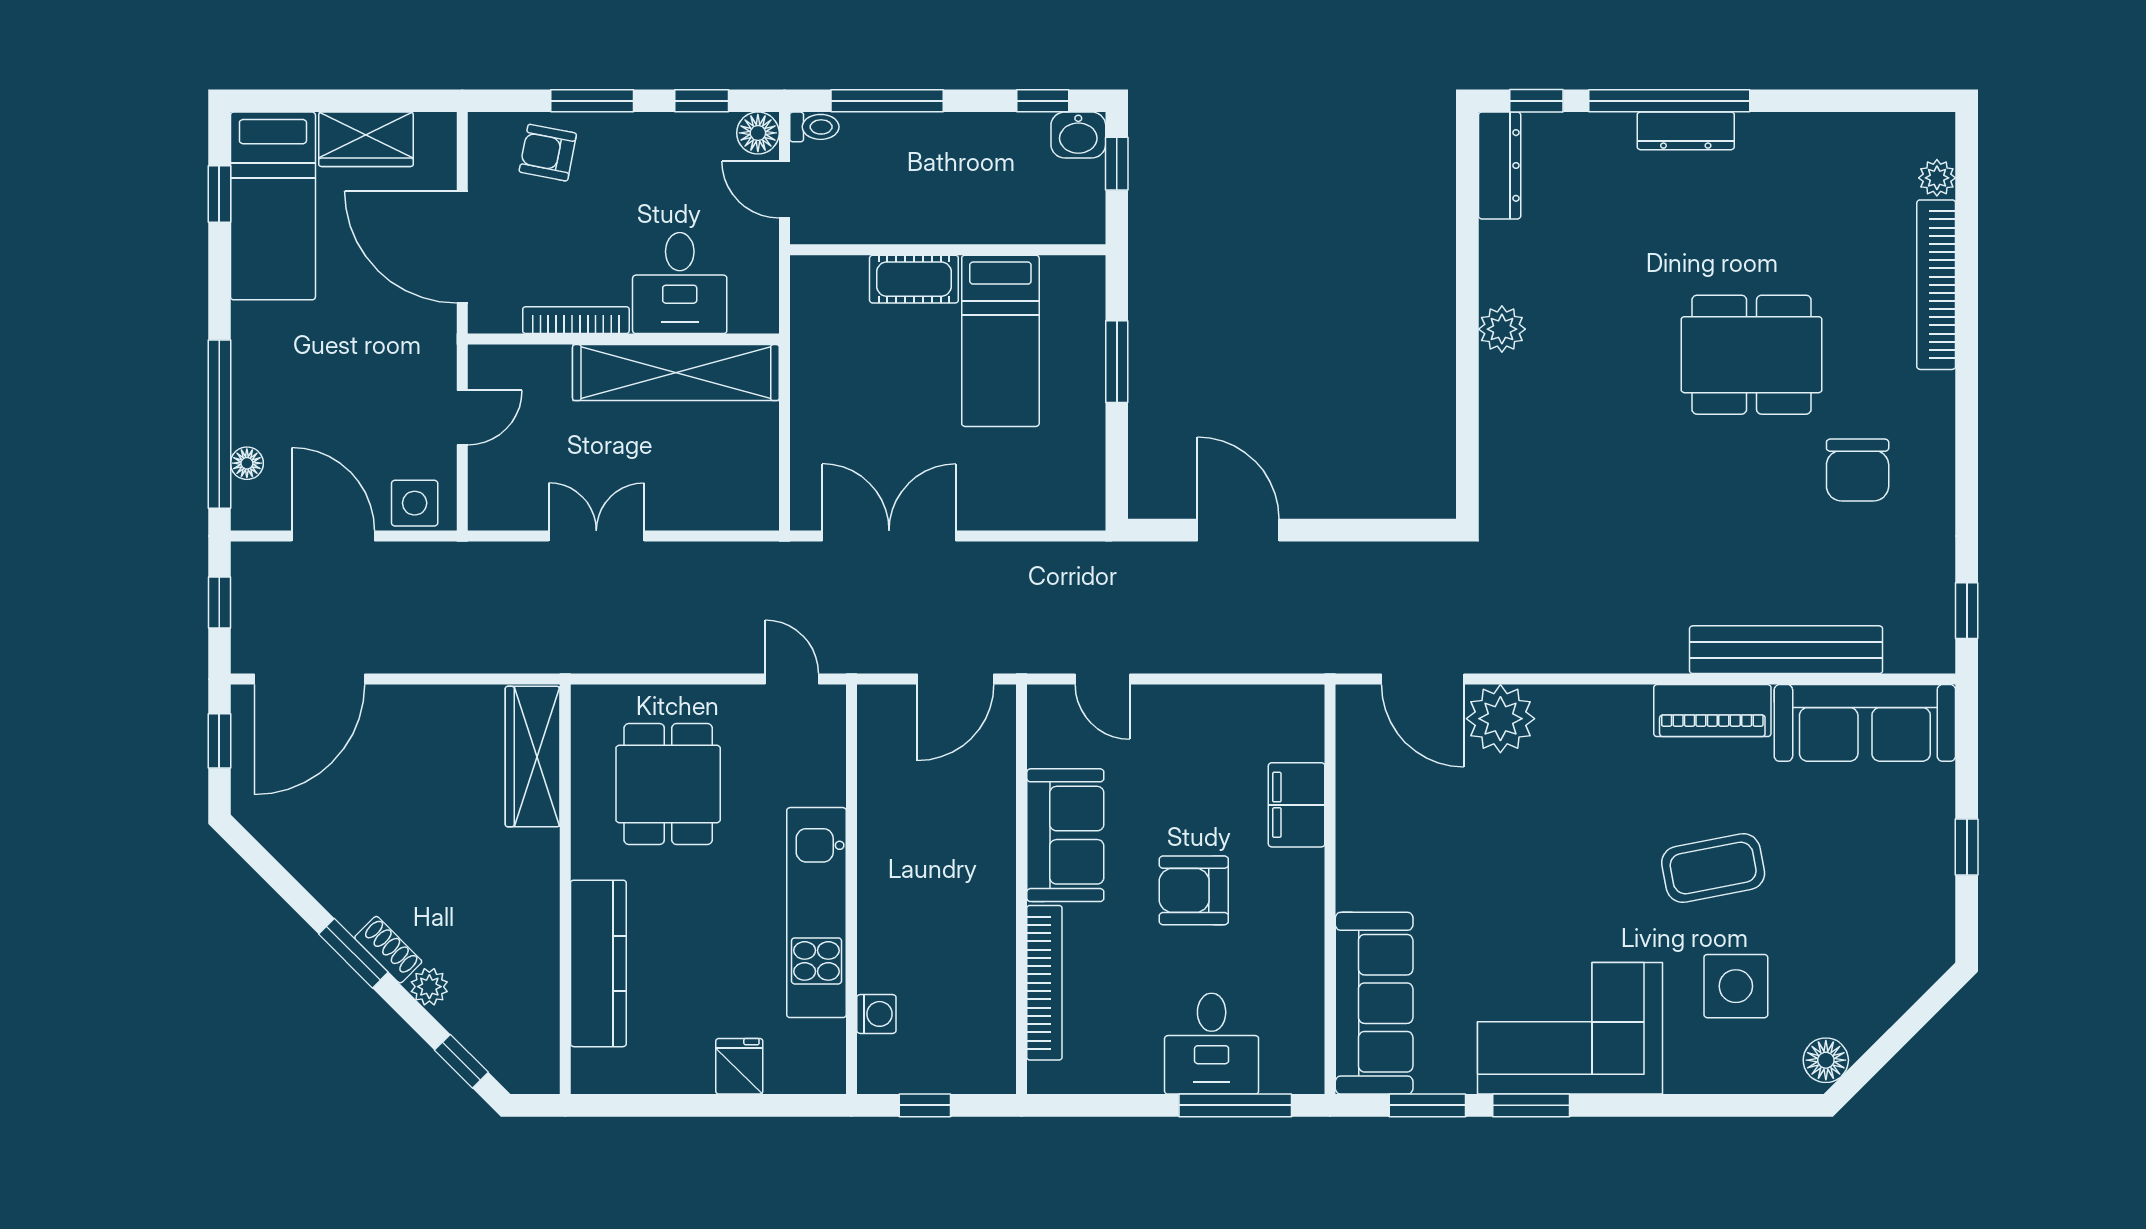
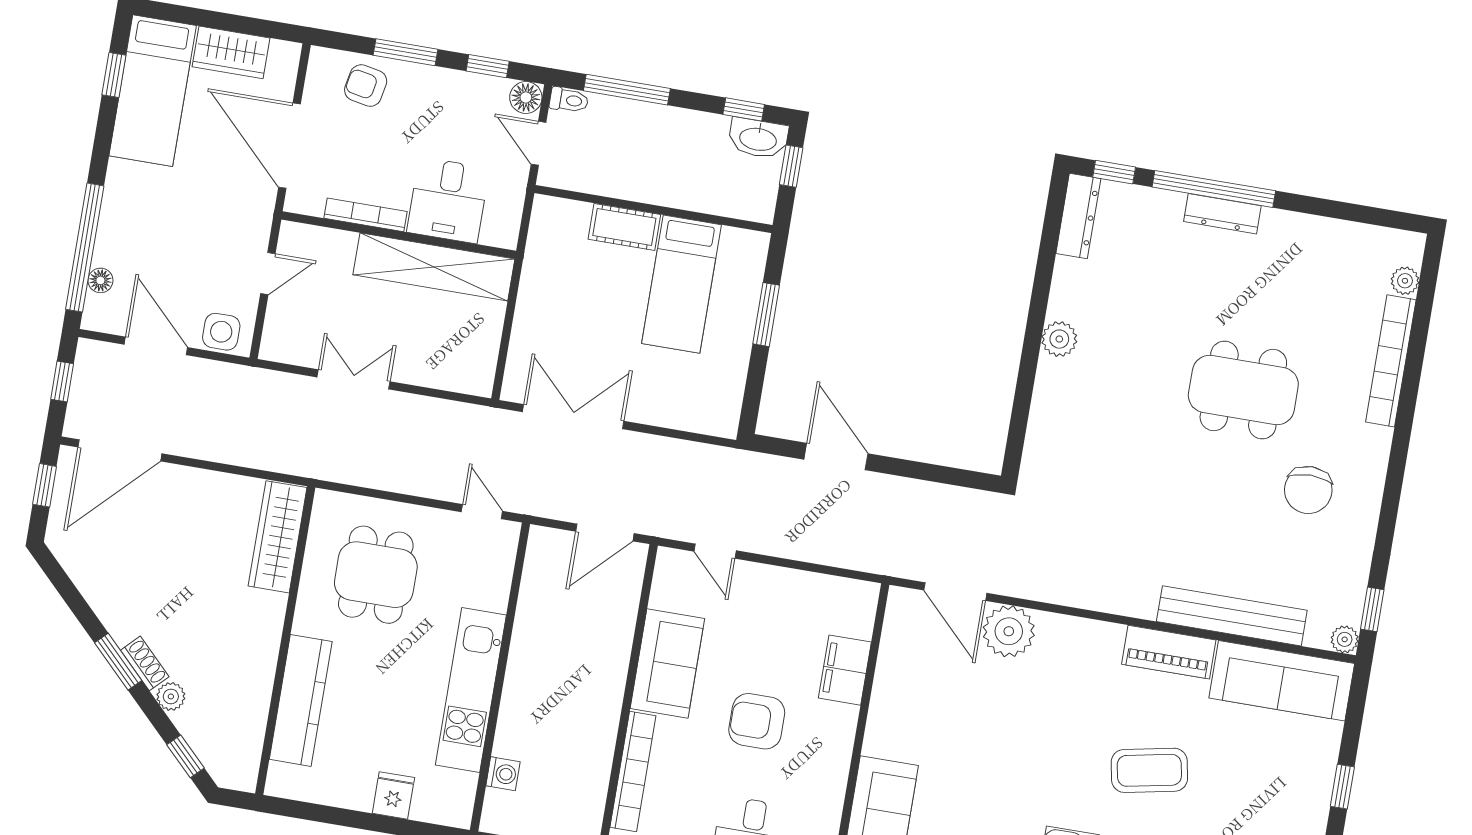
washbasin: (1078, 135) -> (758, 138), width x1.38
plant: (1937, 656) -> (1345, 639), added

